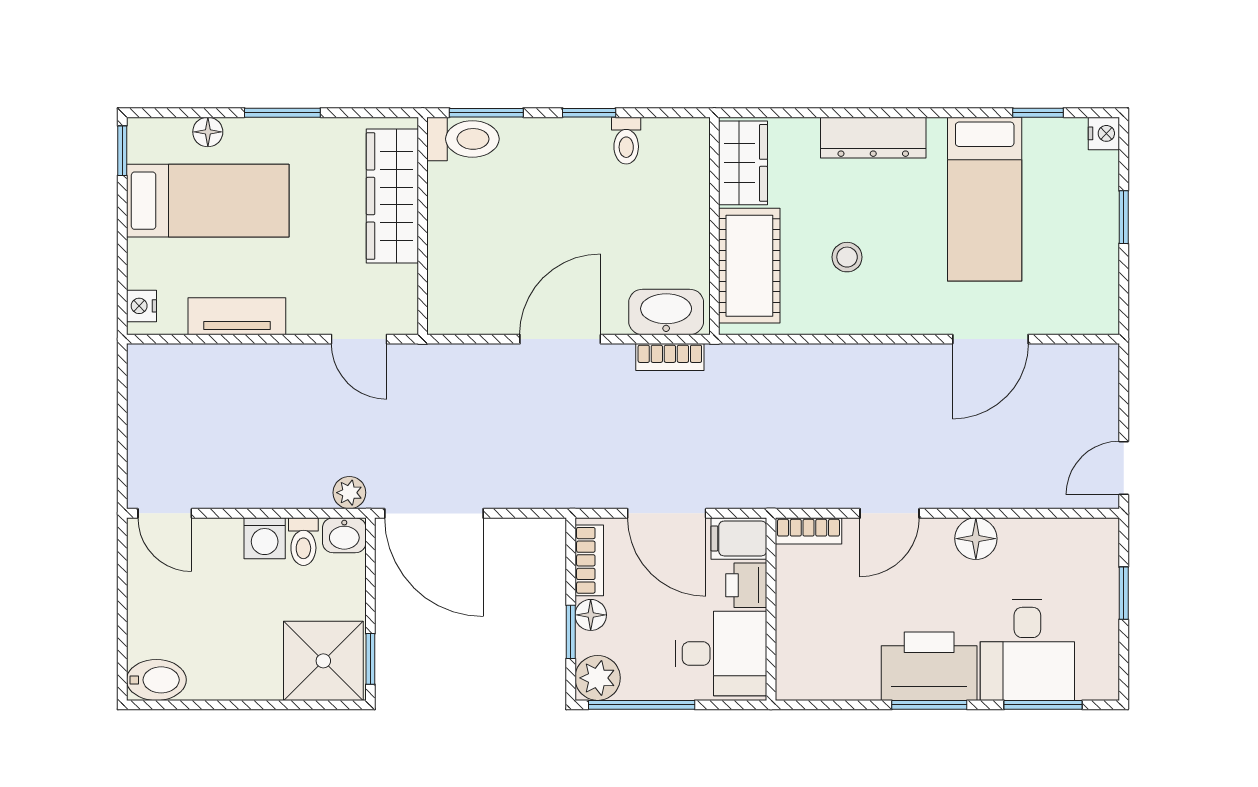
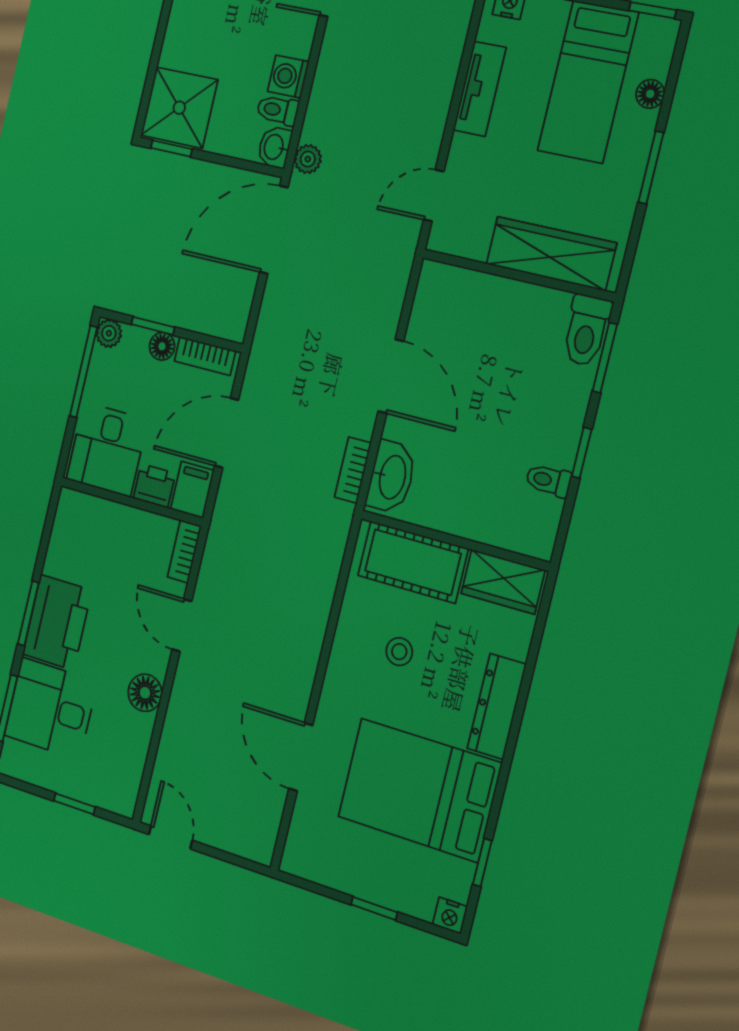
bed: (985, 199) -> (419, 790), width x1.50
plant: (598, 678) -> (109, 333), width x0.73, depth x0.73

